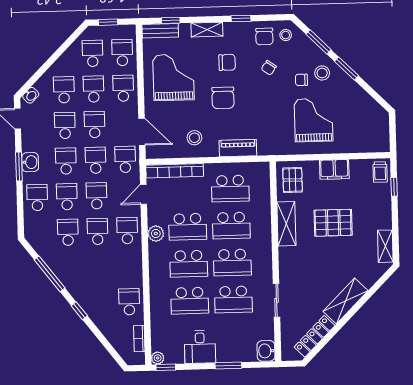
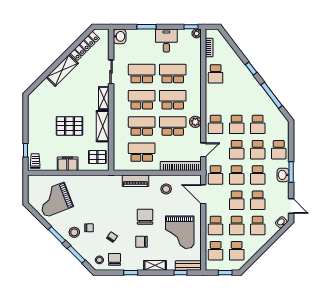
grand piano: (313, 120) -> (55, 200), moved, turned 69
pallet: (293, 180) -> (97, 157), turned 90
shelving: (385, 246) -> (104, 98), moved

